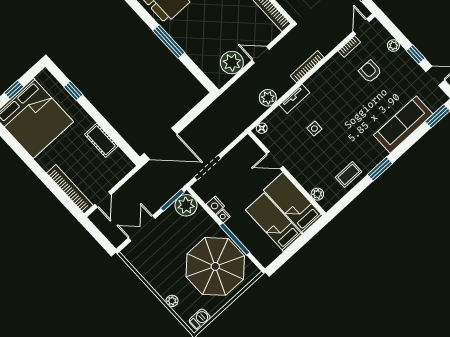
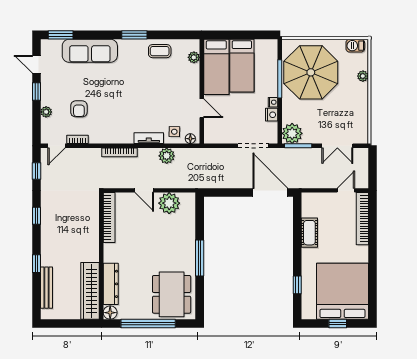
side table: (314, 129) -> (174, 132), moved

